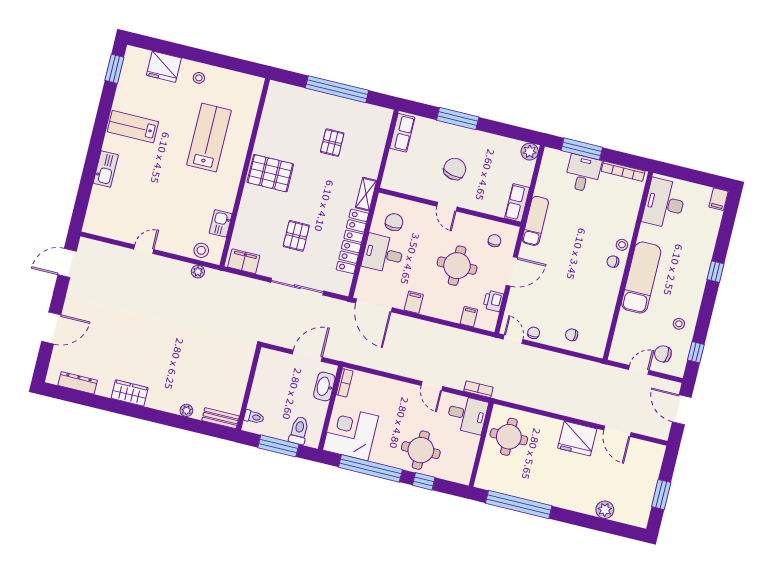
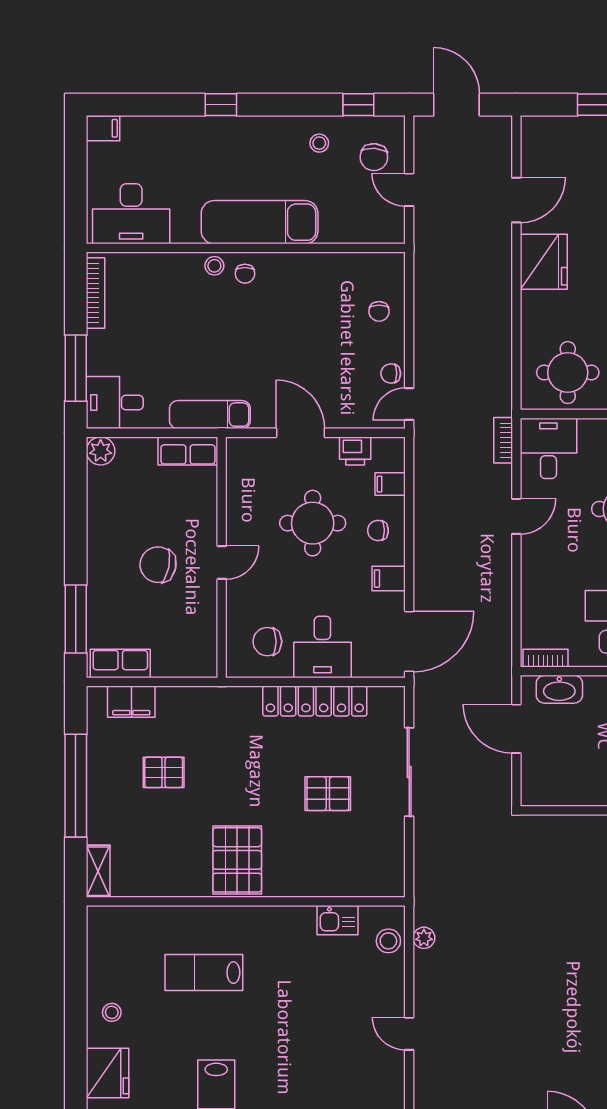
window: (458, 119) -> (76, 619), moved
lab bench: (209, 138) -> (204, 973), width x0.73, depth x0.72
desk: (583, 173) -> (115, 402), moved
shelving: (366, 194) -> (98, 871), moved, turned 90
chair: (494, 241) -> (378, 530), moved
filing cabinet: (244, 261) -> (131, 702), moved, turned -90
door: (682, 410) -> (456, 105), swing flipped

